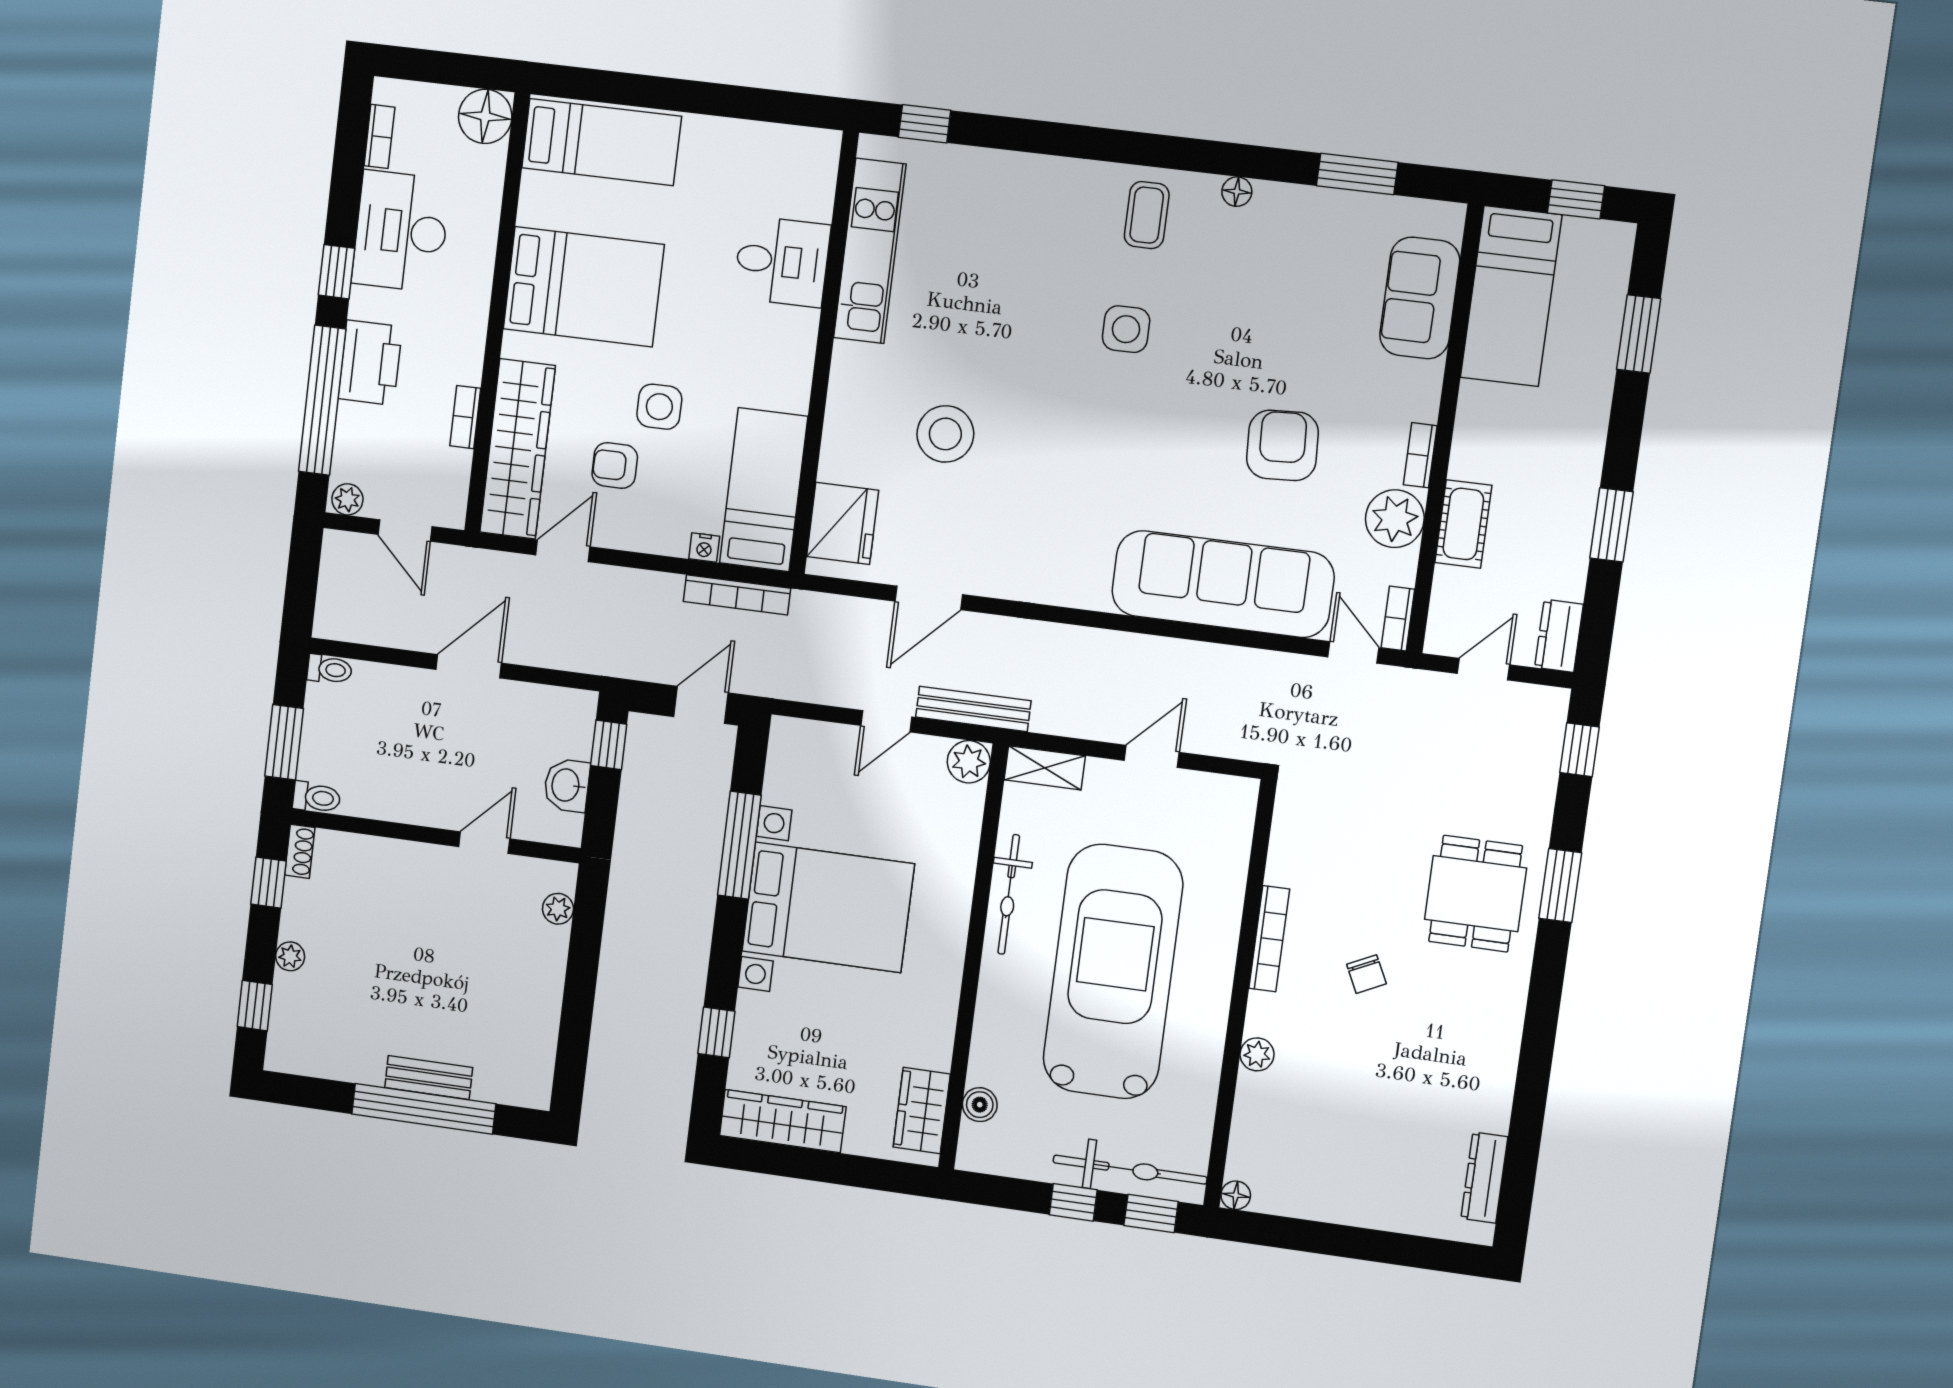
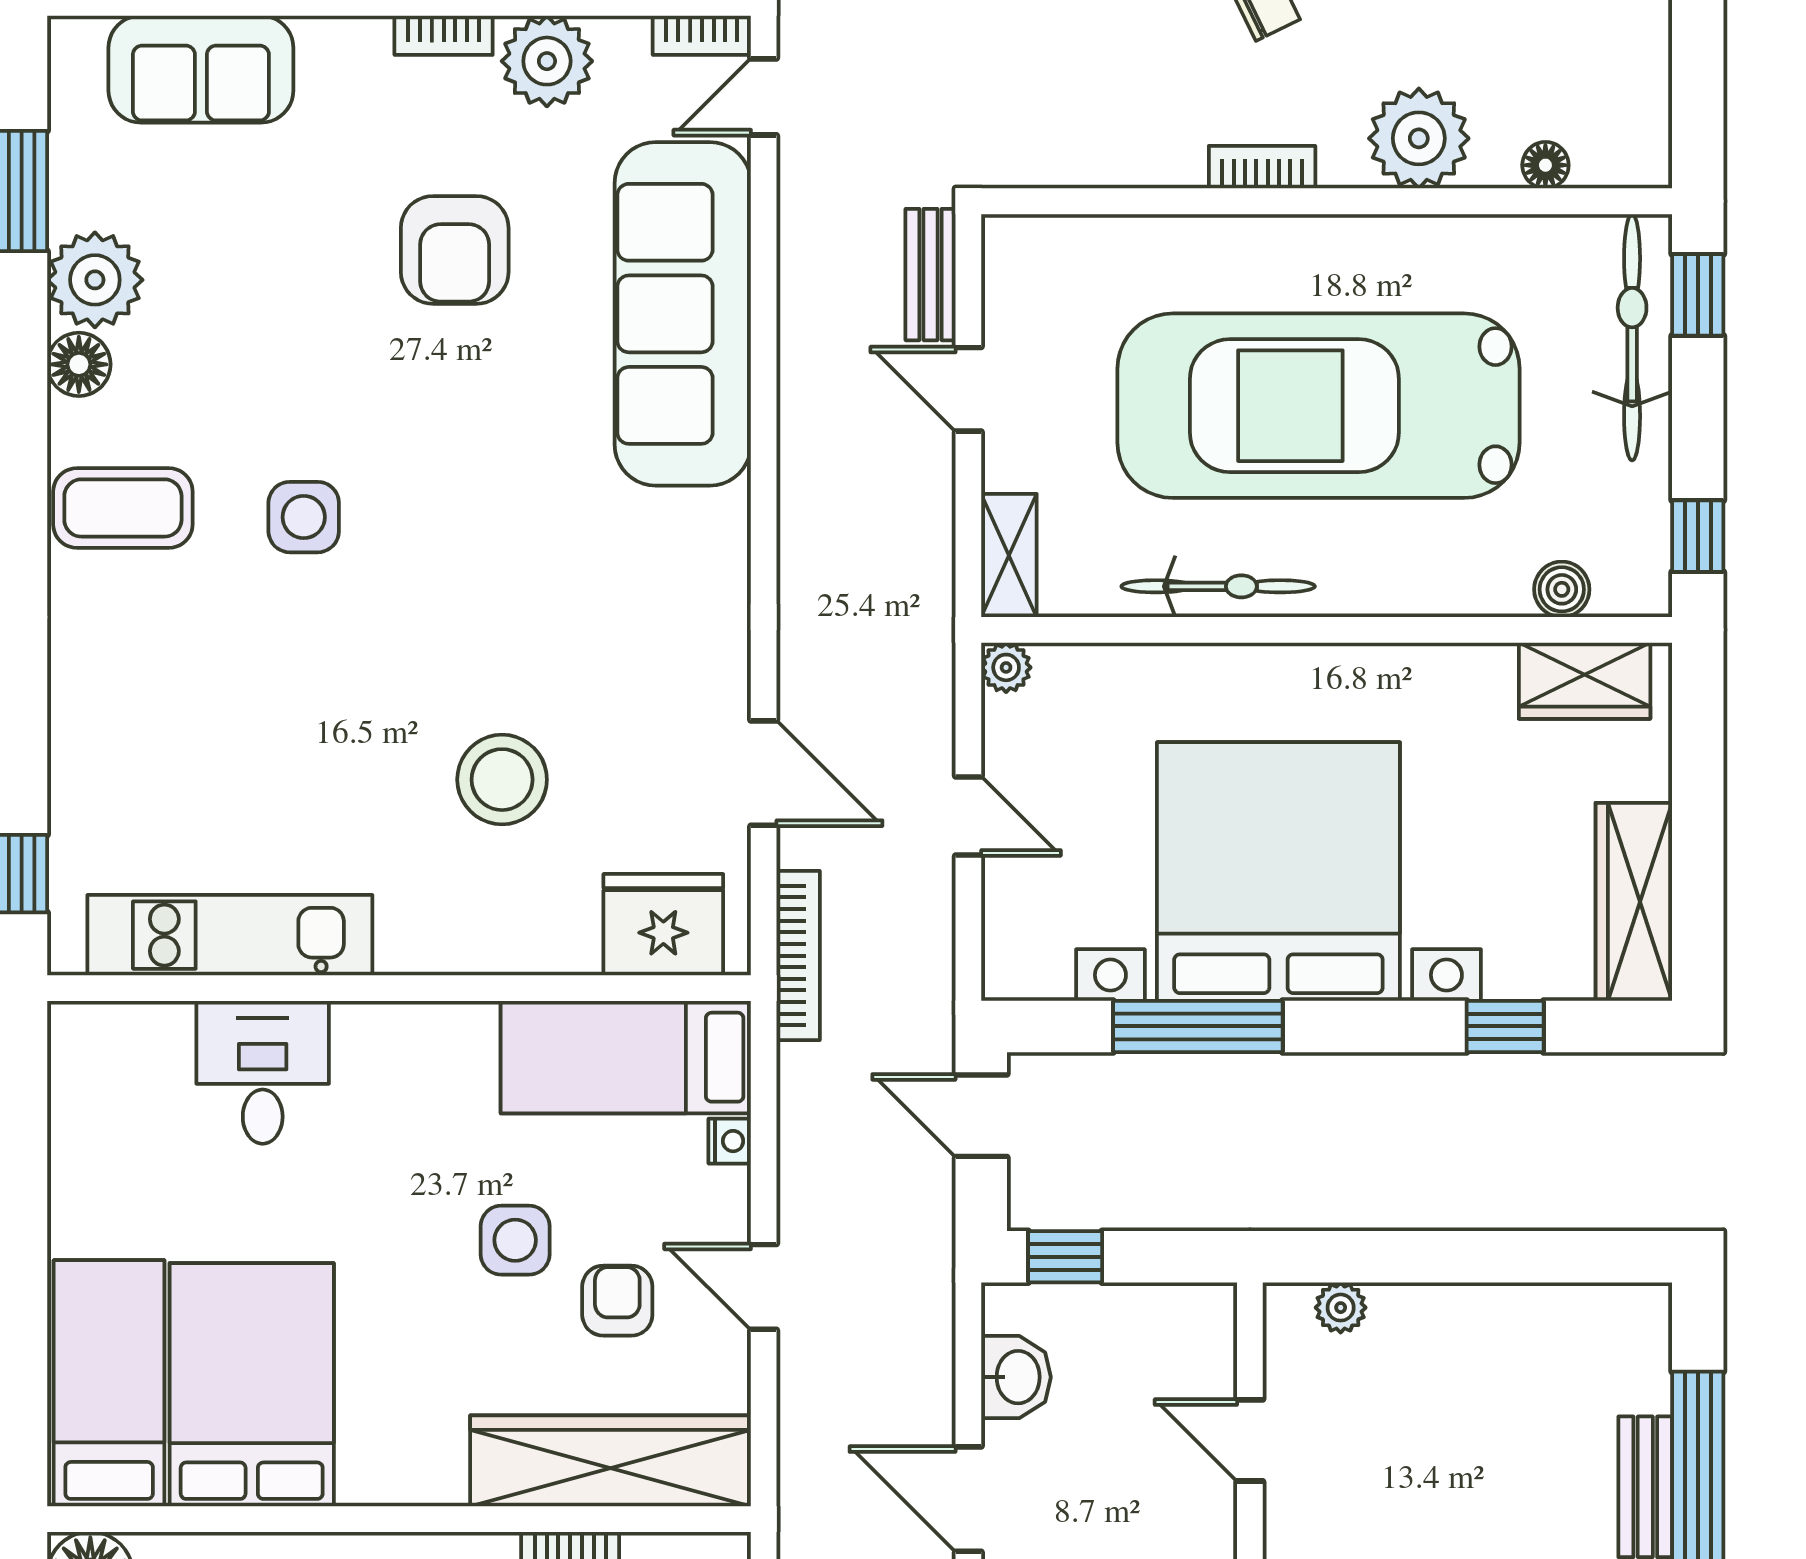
floor lamp: (1237, 192) -> (79, 364), width x1.37, depth x1.37
plant: (1294, 214) -> (95, 280), added
coffee table: (1147, 215) -> (123, 508), width x1.36, depth x1.30
bed: (584, 287) -> (252, 1385), moved
armchair: (1282, 445) -> (455, 250), turned -87
armchair: (615, 465) -> (617, 1301), turned 180
door: (563, 551) -> (764, 1287), moved
bookcase: (737, 595) -> (798, 956), moved
bench: (973, 709) -> (931, 275), moved, width x0.73
plant: (969, 762) -> (1006, 667), width x0.73, depth x0.73
washbasin: (567, 785) -> (1016, 1377), moved, turned -90
bed with nightstands: (828, 907) -> (1278, 872), width x1.36
bookcase: (1269, 939) -> (1262, 167), width x0.64
plant: (1257, 1054) -> (1419, 138), width x1.87, depth x1.87
floor lamp: (1236, 1195) -> (1545, 165), moved
window: (1073, 1202) -> (1698, 536), moved

